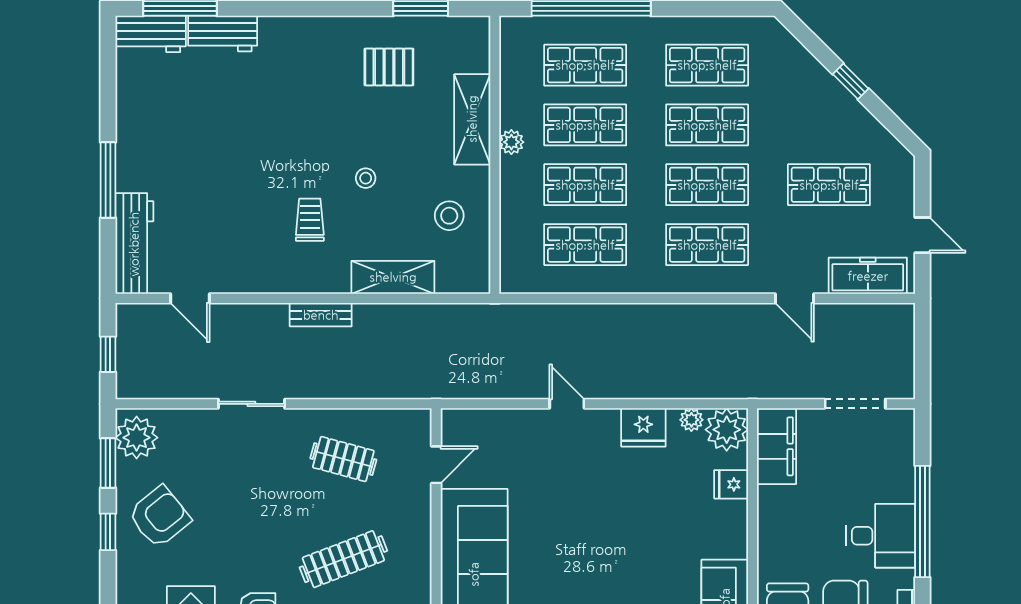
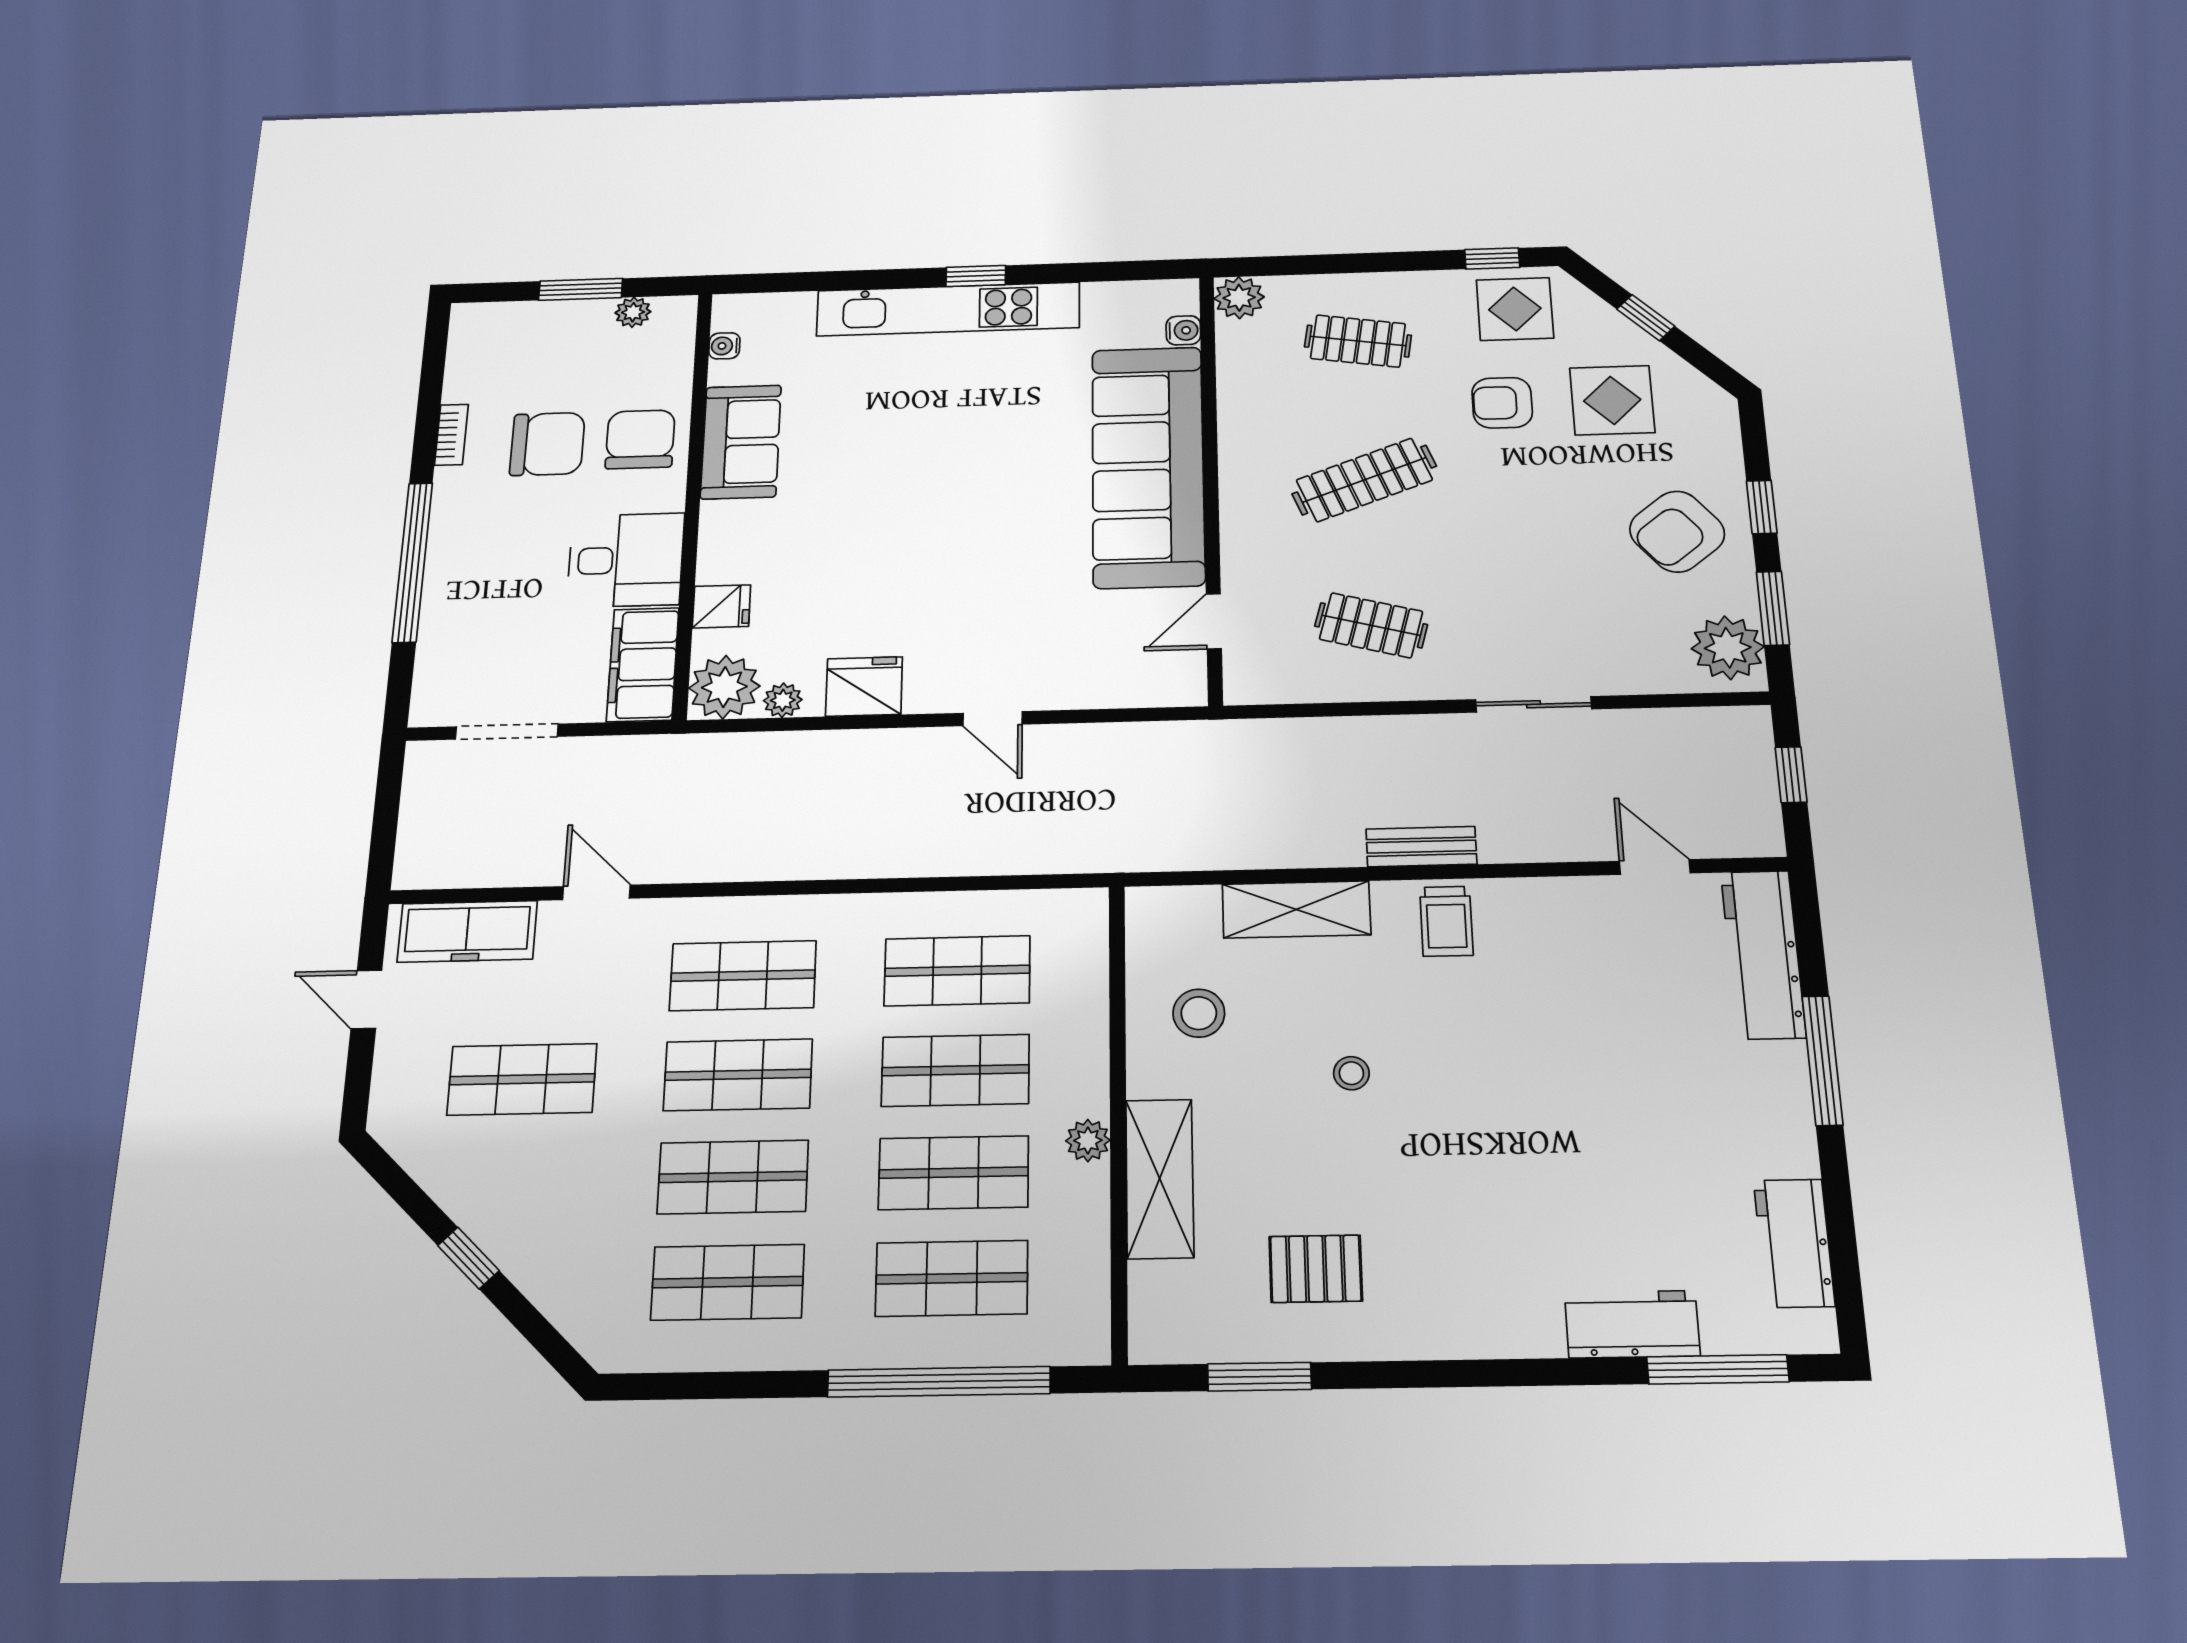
workbench: (151, 34) -> (1794, 1243), moved, turned -90
trolley: (310, 220) -> (1446, 921), moved
desk: (881, 536) -> (626, 560), moved, turned 180

